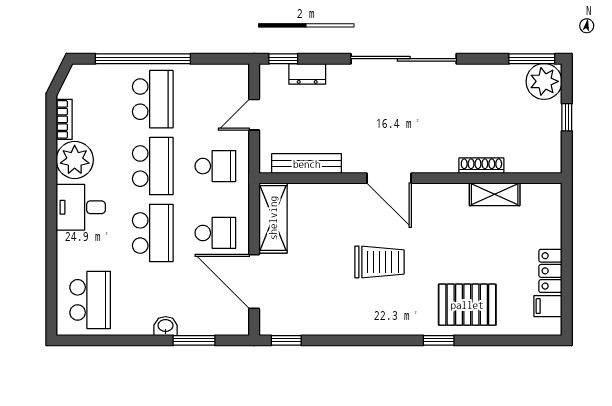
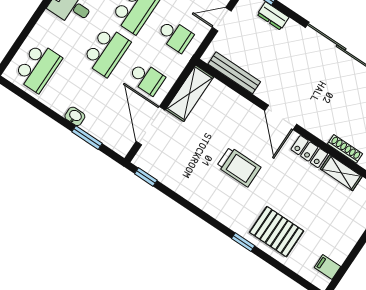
locker: (550, 271) -> (309, 152), moved, turned -90

